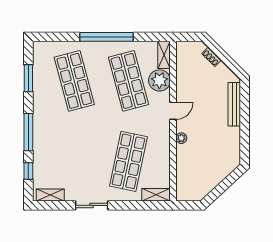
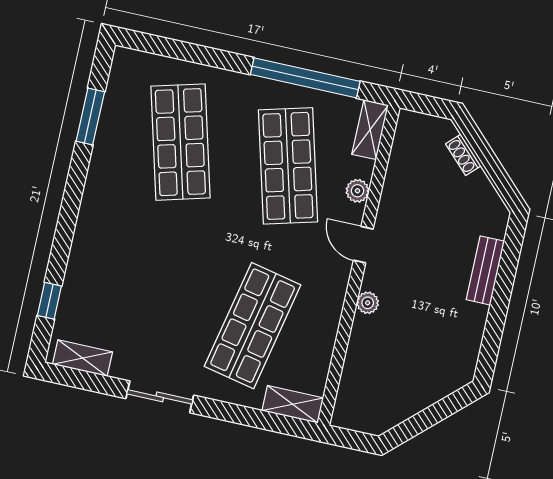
window: (107, 37) -> (305, 78), moved
plant: (159, 80) -> (357, 191), width x0.53, depth x0.53
bench: (234, 104) -> (485, 270), width x0.73
door: (173, 111) -> (363, 245), swing flipped
window: (28, 132) -> (67, 224), removed

